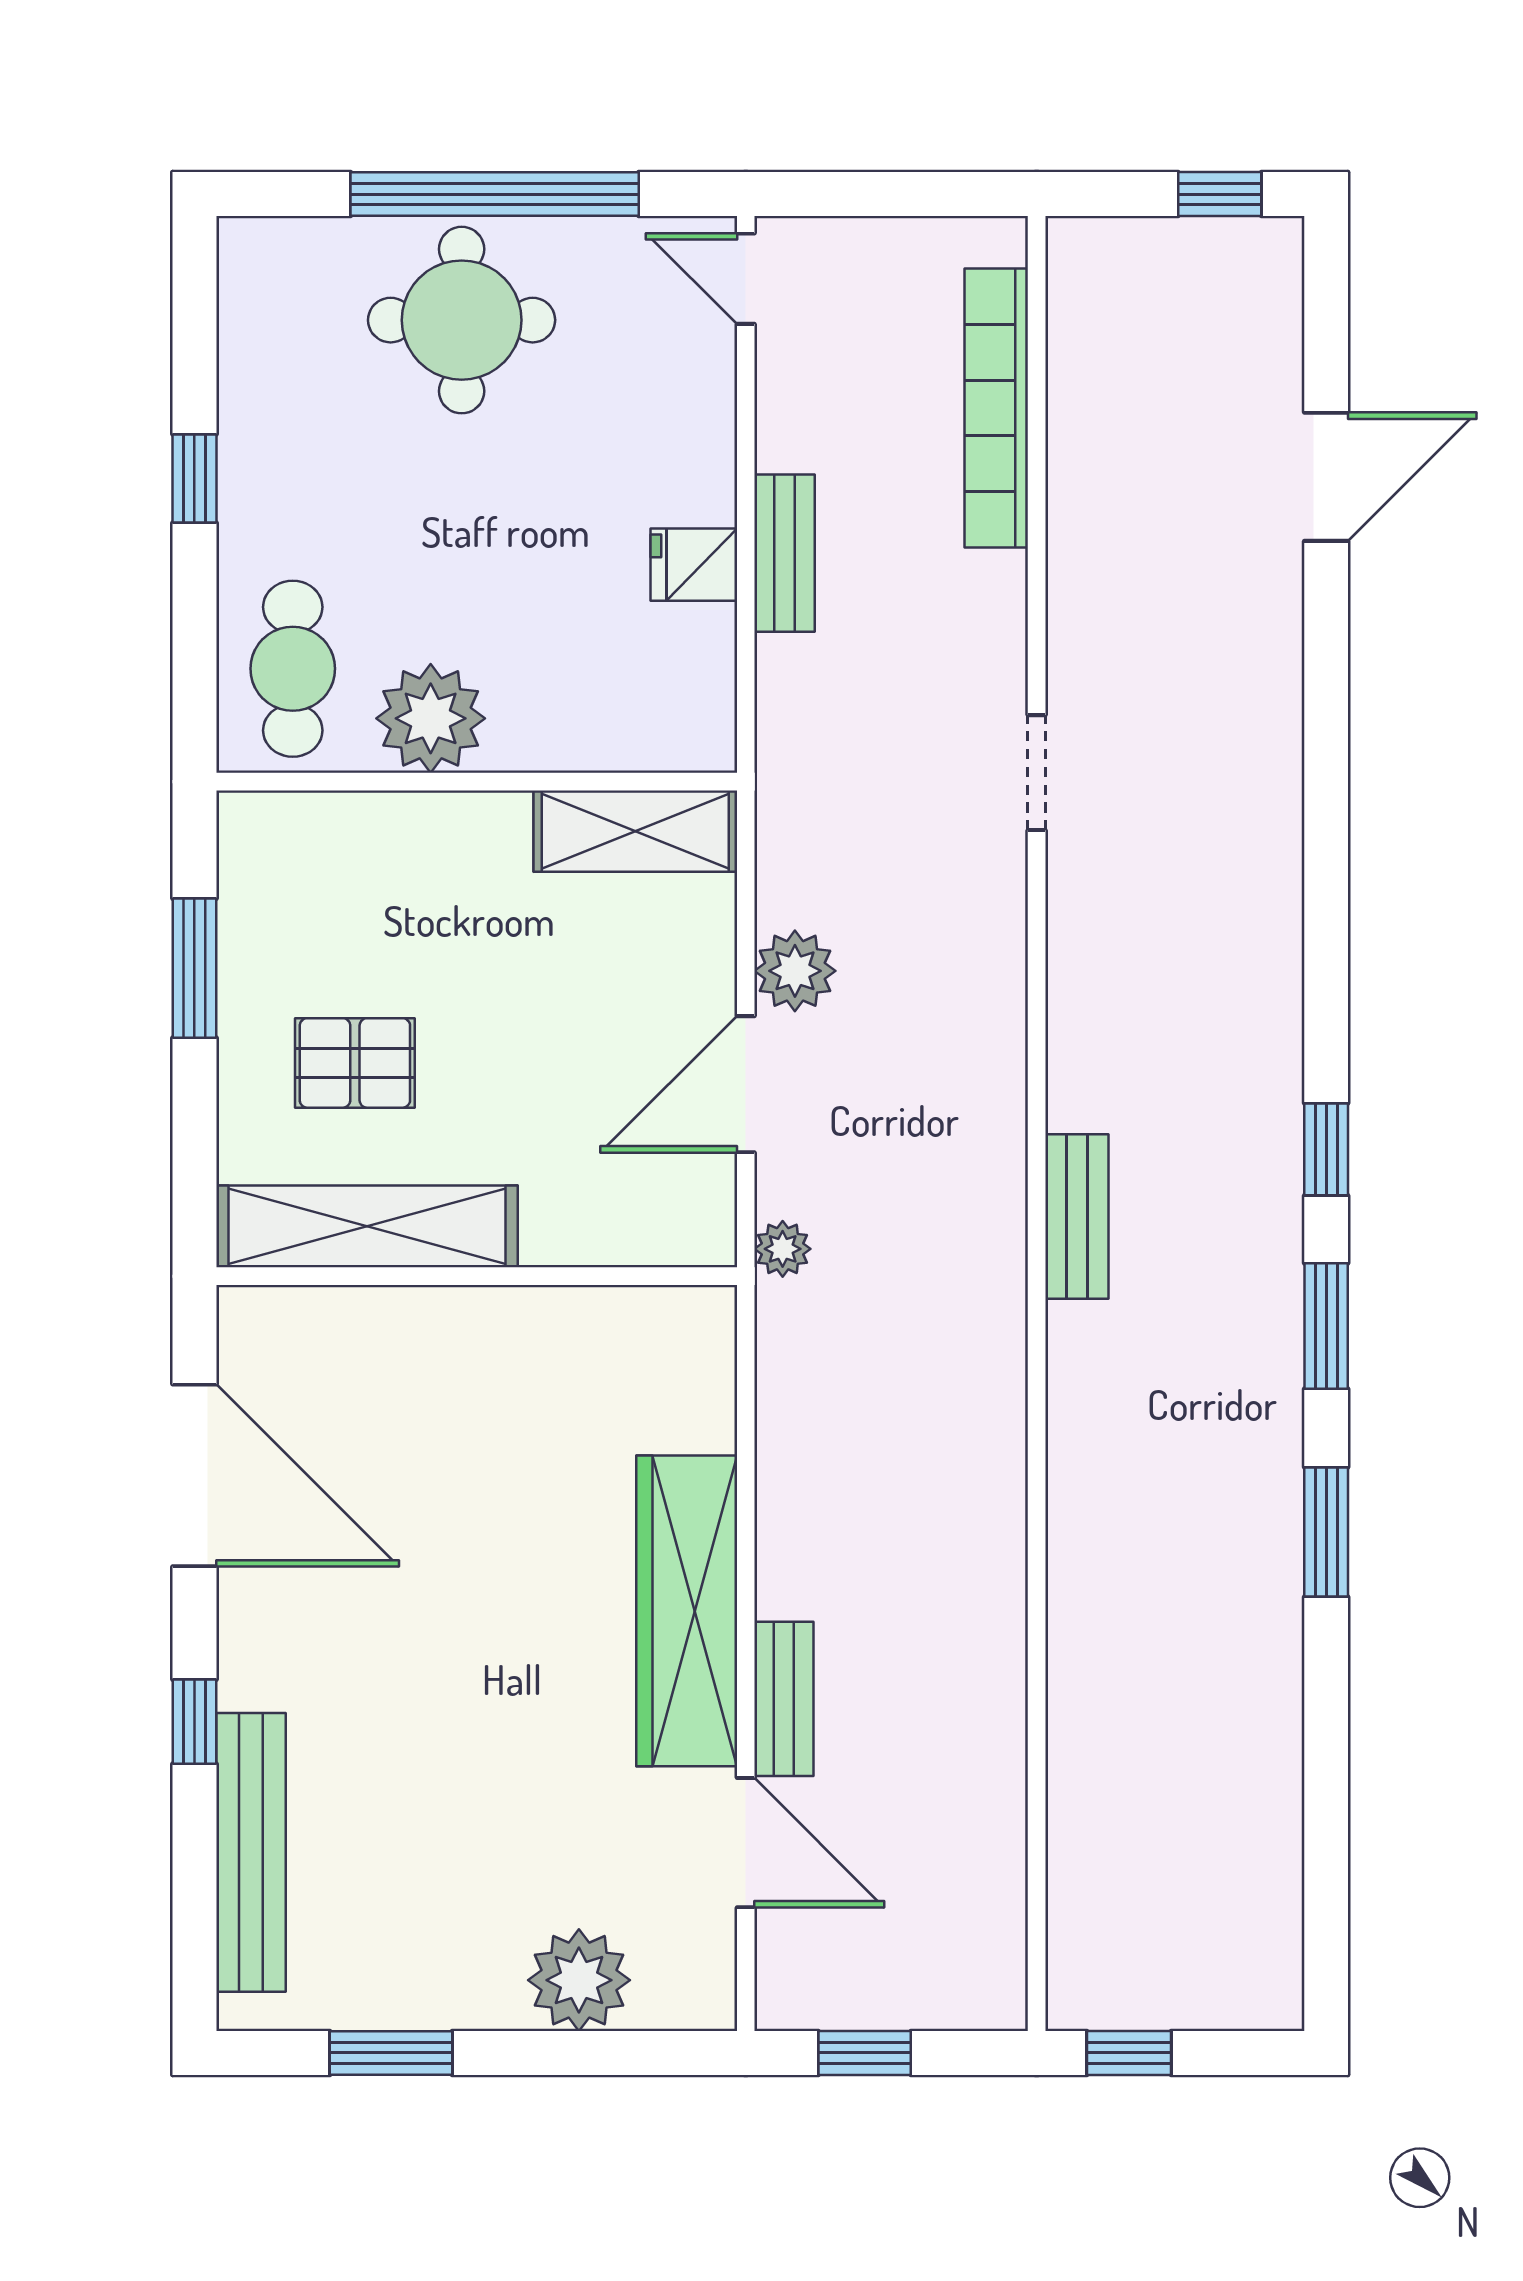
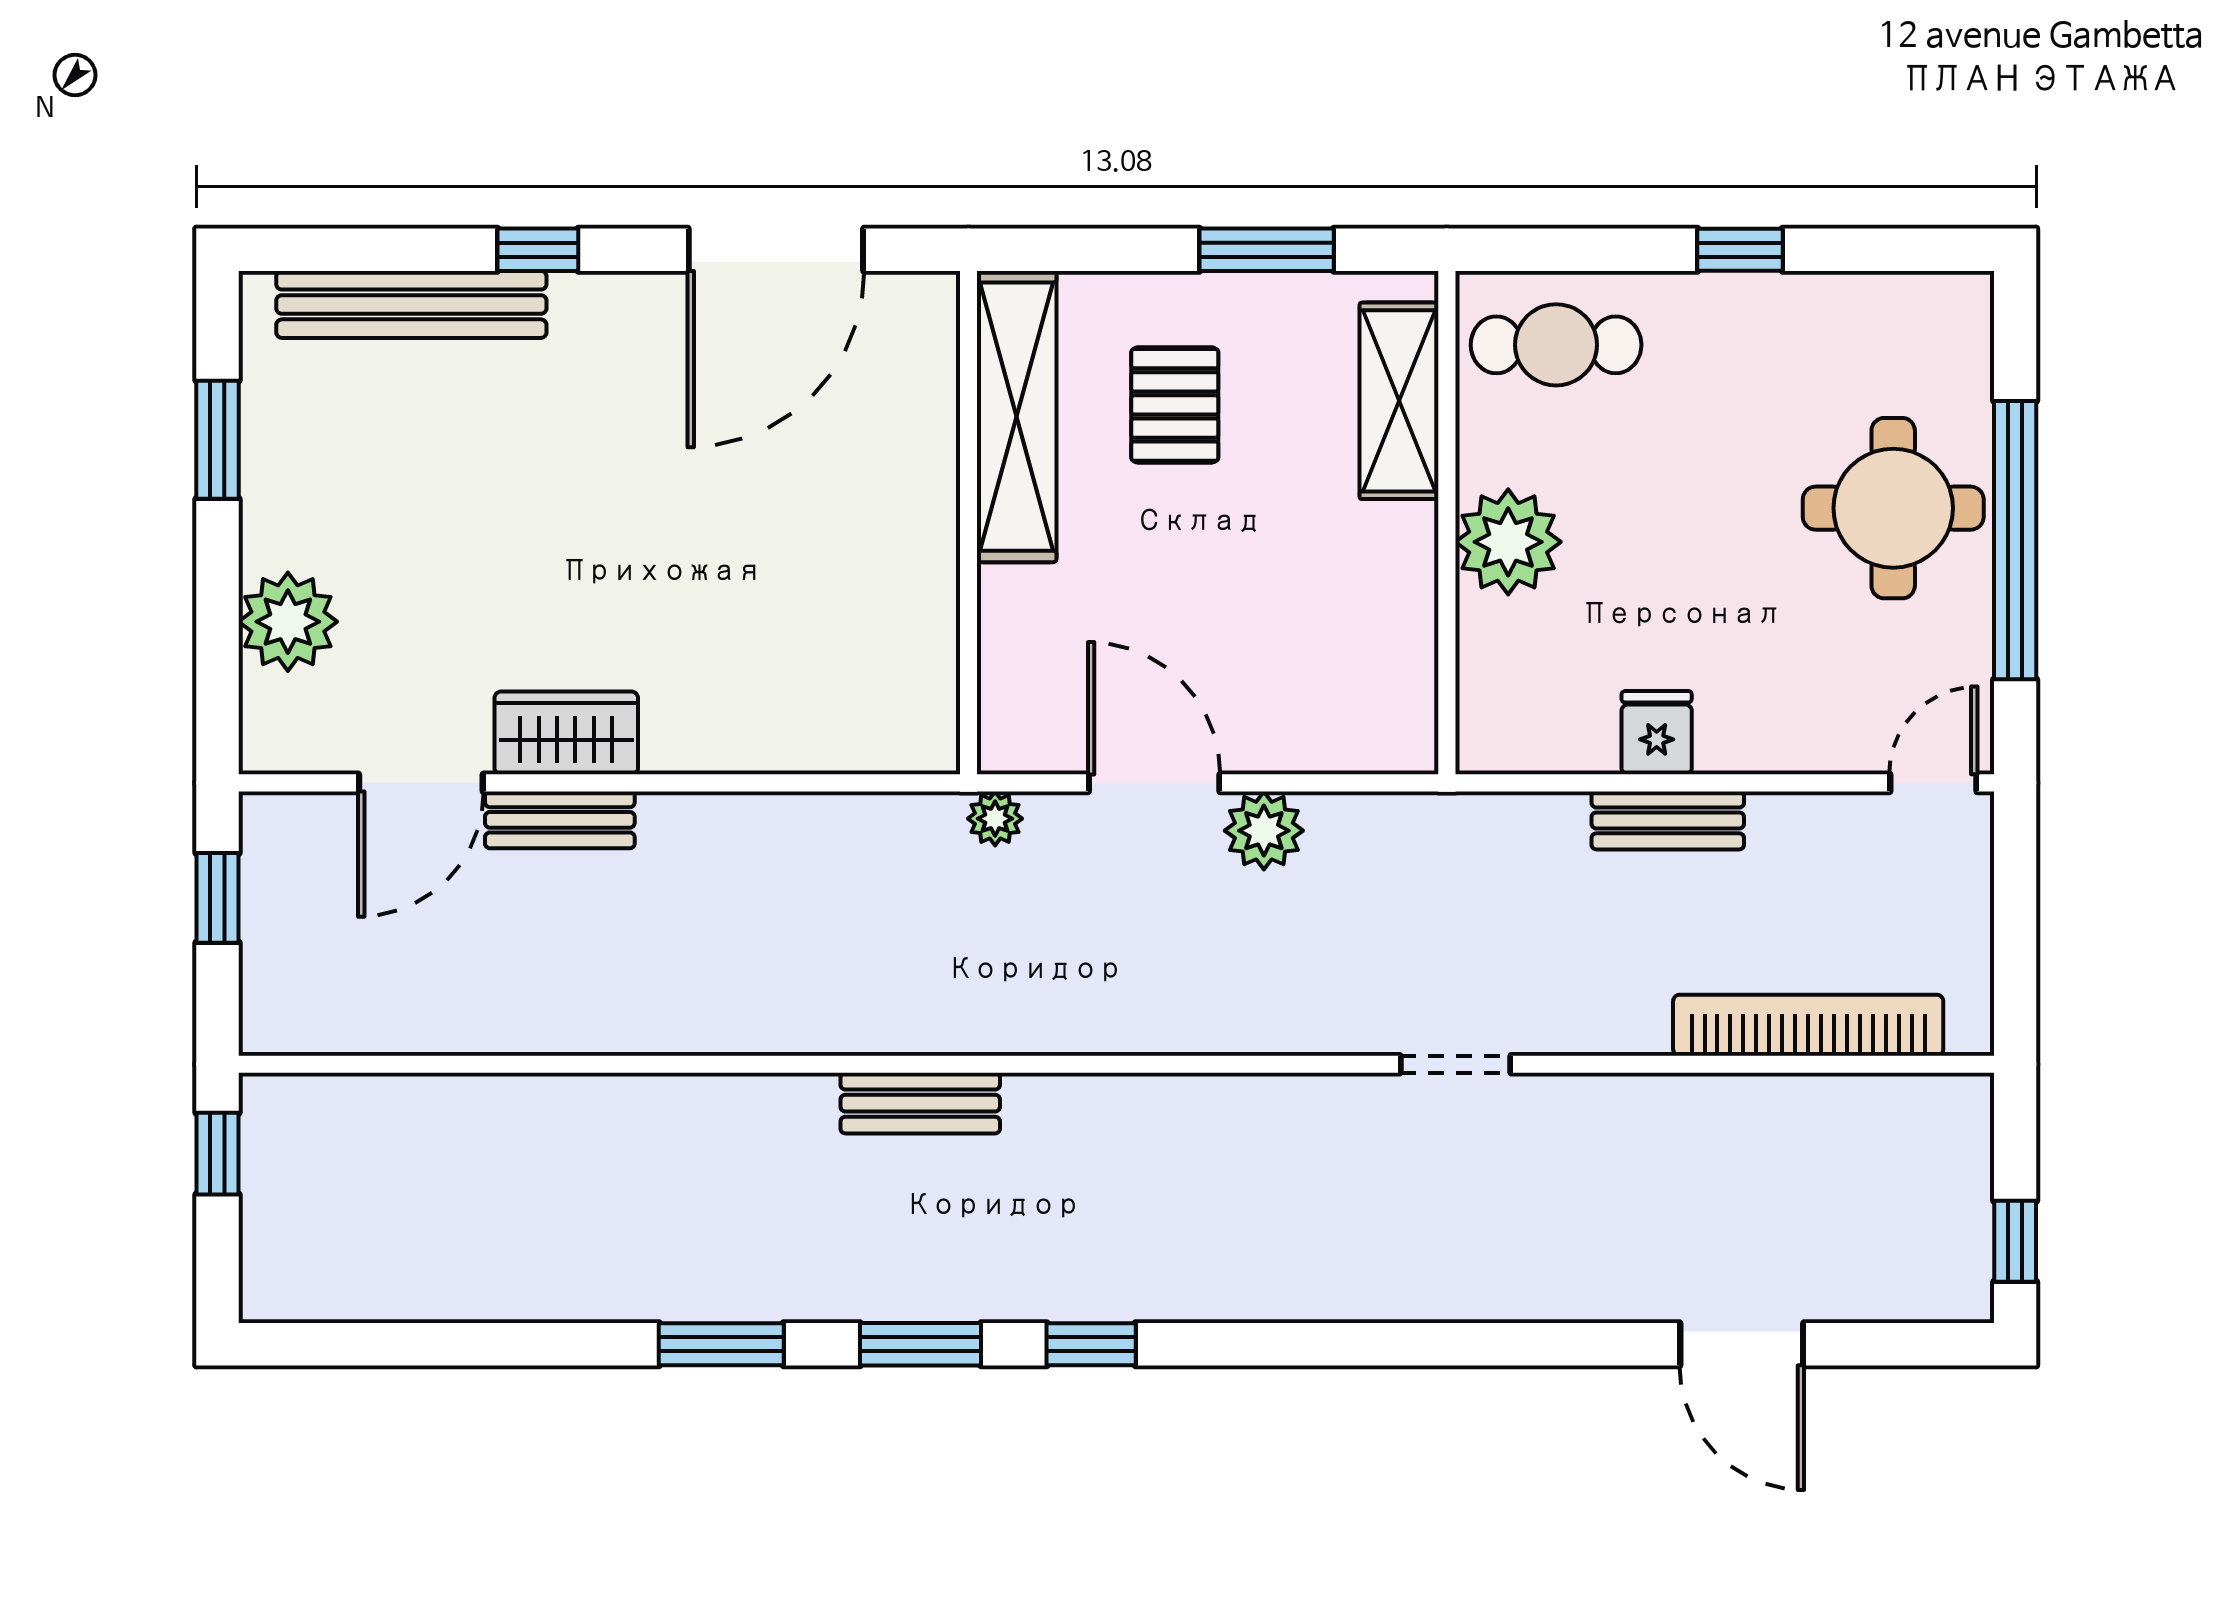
plant: (431, 718) -> (1508, 542), moved
shelving: (635, 831) -> (1399, 401), moved
bench: (1077, 1216) -> (920, 1103), moved
wardrobe: (687, 1611) -> (566, 733), width x0.48, depth x0.85

